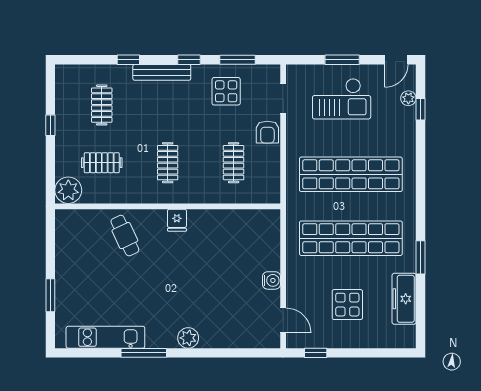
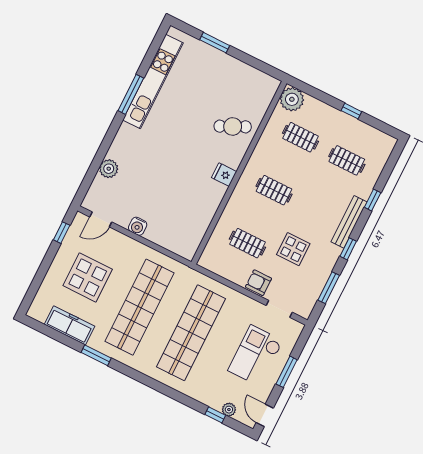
display table: (226, 91) -> (293, 249), moved
clothes rail: (102, 163) -> (300, 137), turned 90
display table: (347, 305) -> (88, 277), width x1.36, depth x1.36
kitchen unit: (105, 337) -> (153, 81), width x1.36
plant: (188, 338) -> (109, 169), moved

